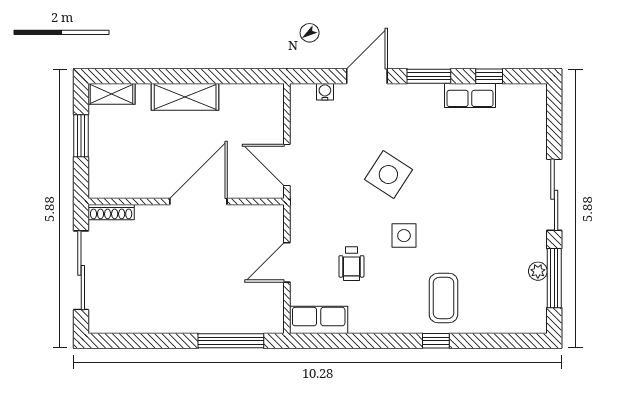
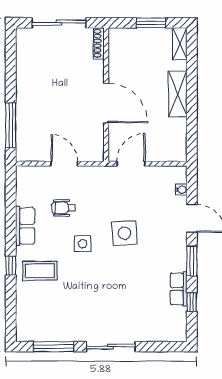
side table: (388, 175) -> (125, 233), turned -36
plant: (538, 271) -> (58, 335), removed
row of seats: (319, 320) -> (25, 226), moved

